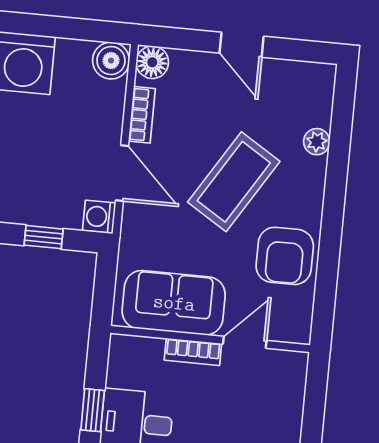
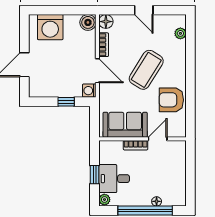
plant: (317, 142) -> (180, 33), moved
armchair: (285, 256) -> (171, 100), turned 90

